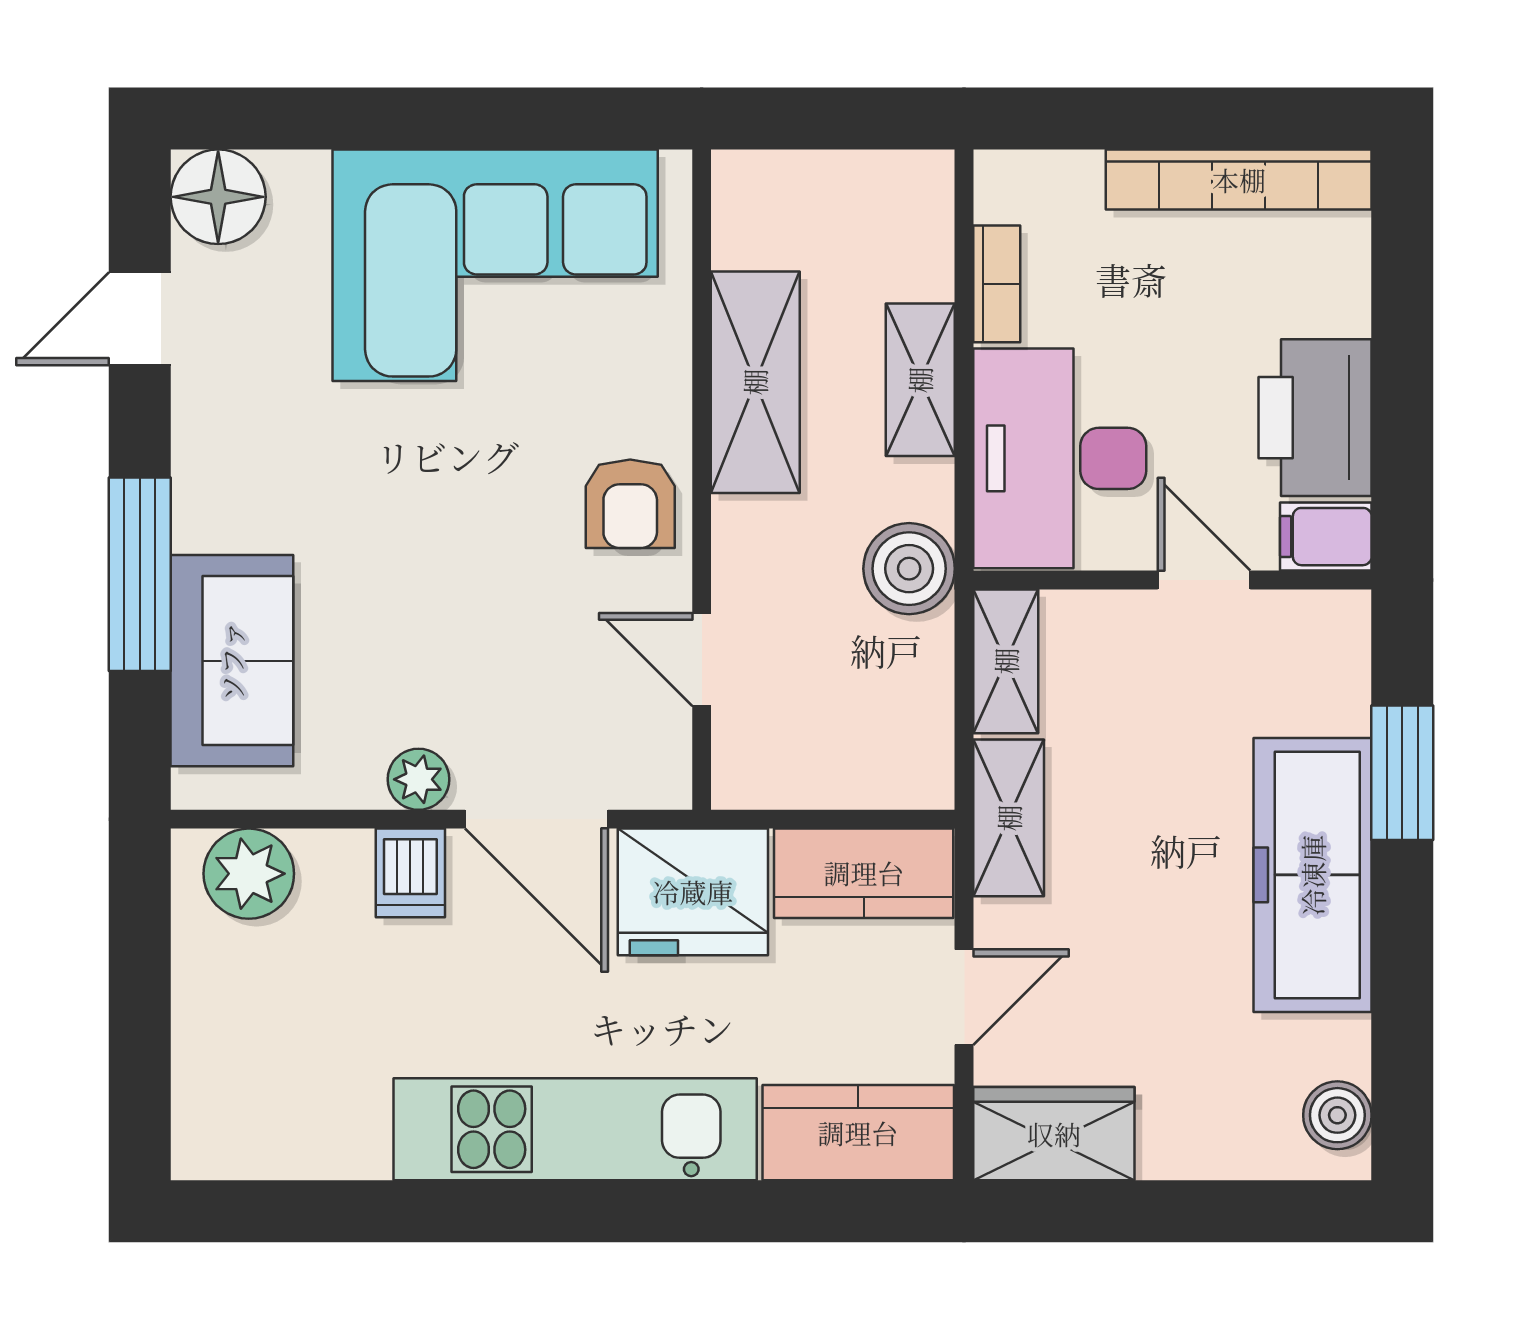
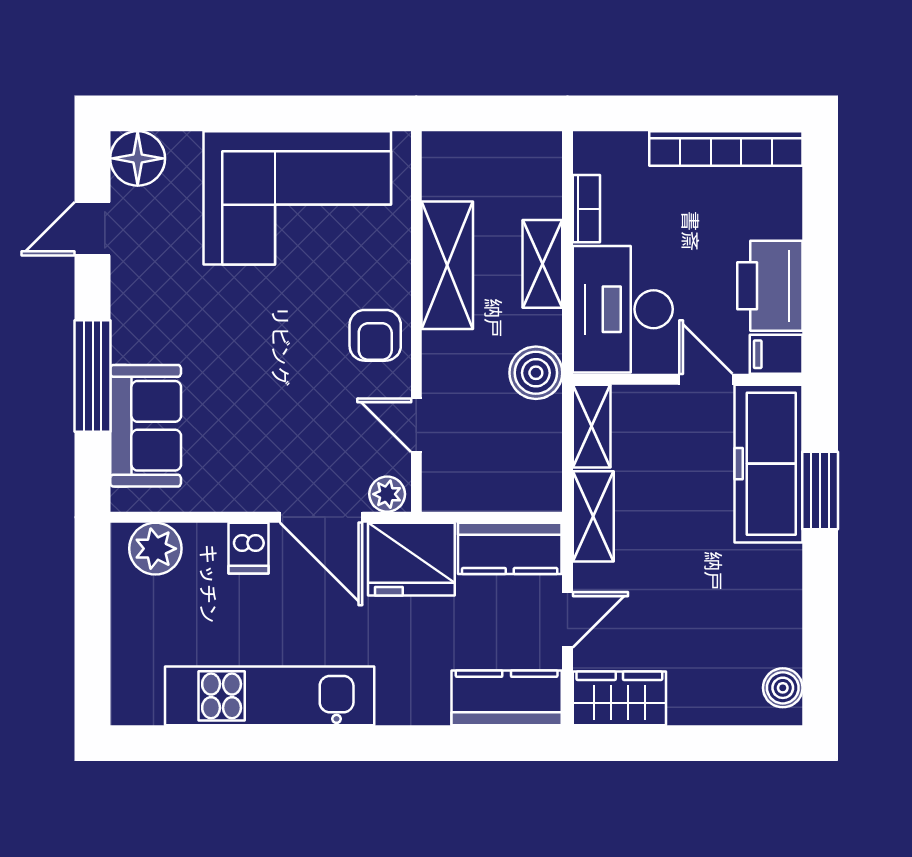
plant: (418, 779) -> (387, 494), moved
freezer: (1313, 875) -> (768, 464), moved
kitchen unit: (575, 1129) -> (270, 696), moved

